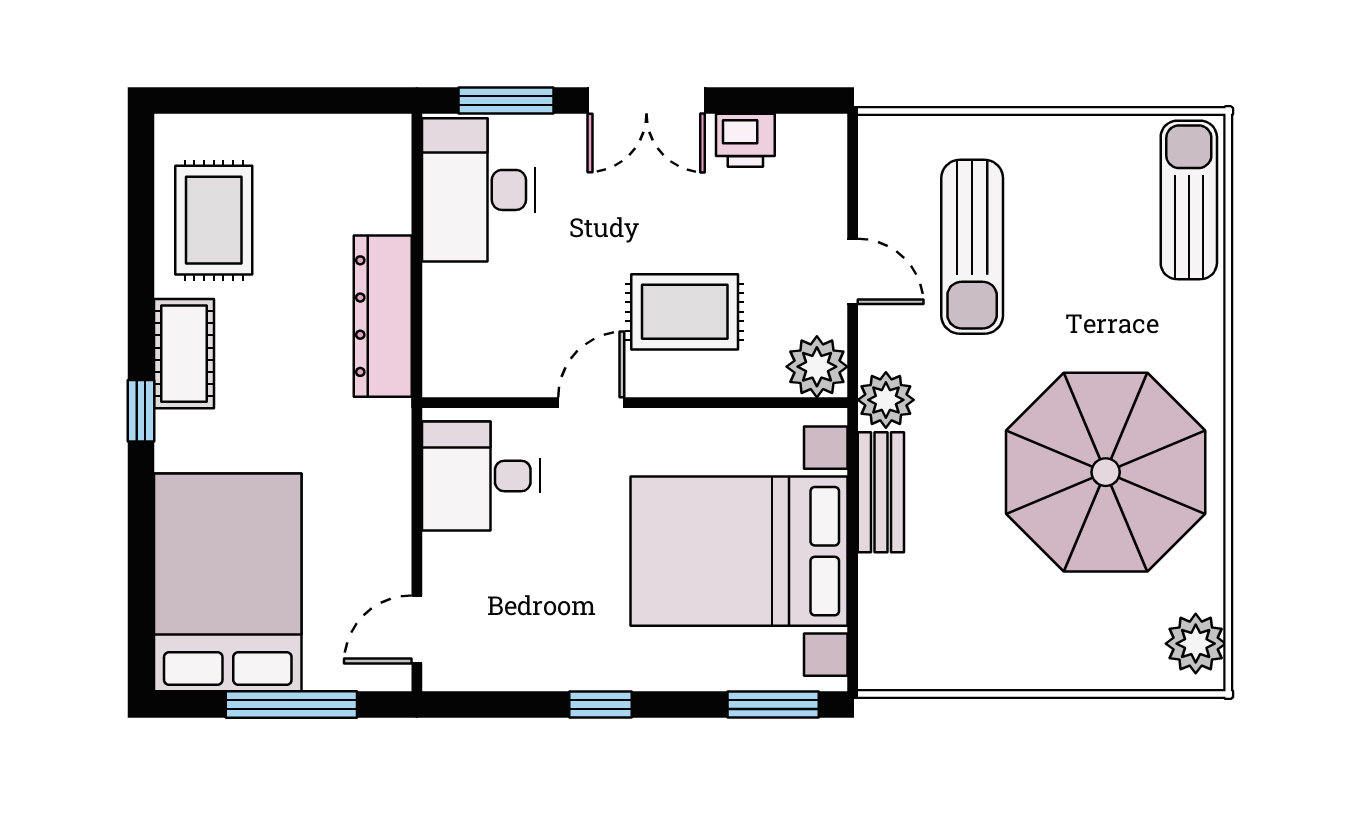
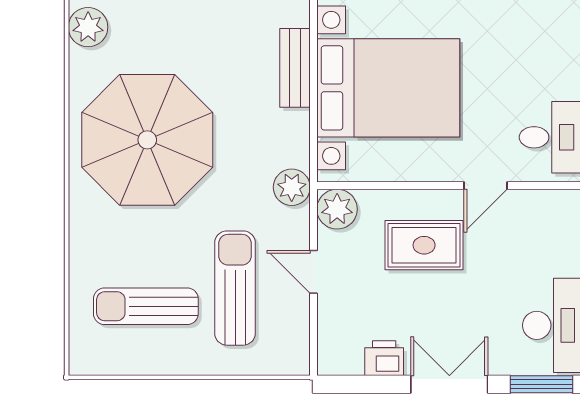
sun lounger: (1189, 200) -> (146, 306), moved, turned 90
bench: (881, 492) -> (295, 68), moved

